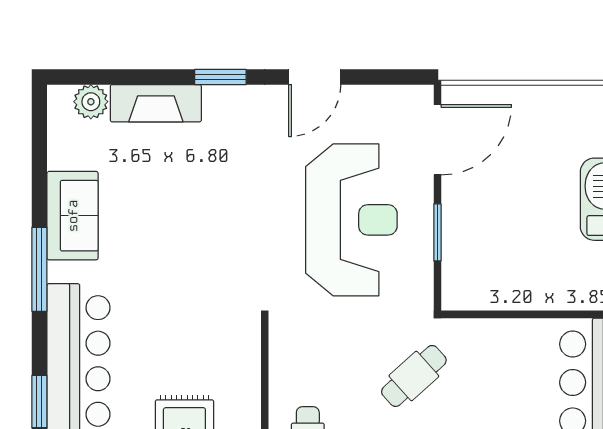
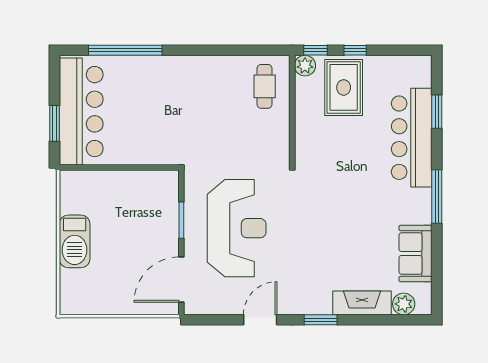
sofa: (73, 216) -> (415, 254), moved
reception desk: (351, 220) -> (237, 228), turned 180
cafe table: (414, 376) -> (197, 128), removed

